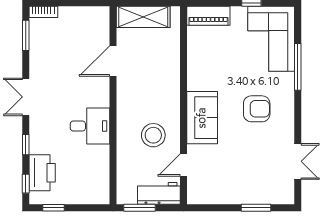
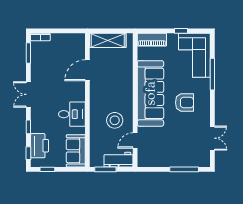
sofa: (202, 118) -> (150, 93), width x1.85, depth x1.27
sofa: (96, 180) -> (76, 151), added
window: (256, 208) -> (184, 169), width x1.44

